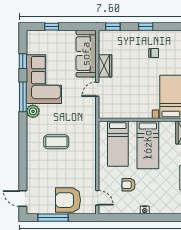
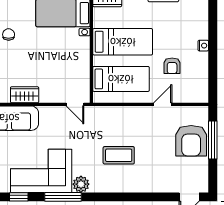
door: (97, 89) -> (75, 104), moved
coffee table: (56, 142) -> (119, 155), turned 90
door: (97, 198) -> (163, 104), moved
window: (53, 218) -> (213, 140), moved

